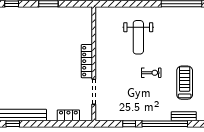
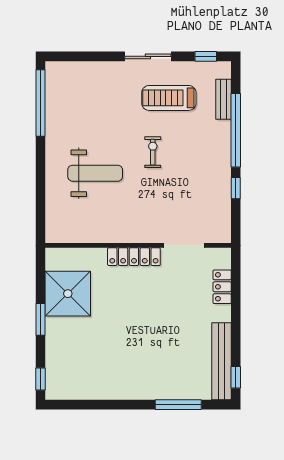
shower: (64, 20) -> (68, 294), added

